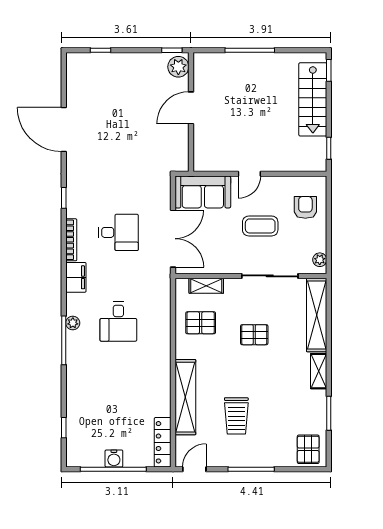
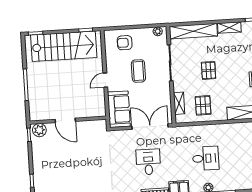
stairs: (313, 99) -> (64, 46), width x1.36, depth x1.51
door: (249, 174) -> (105, 80), swing flipped

